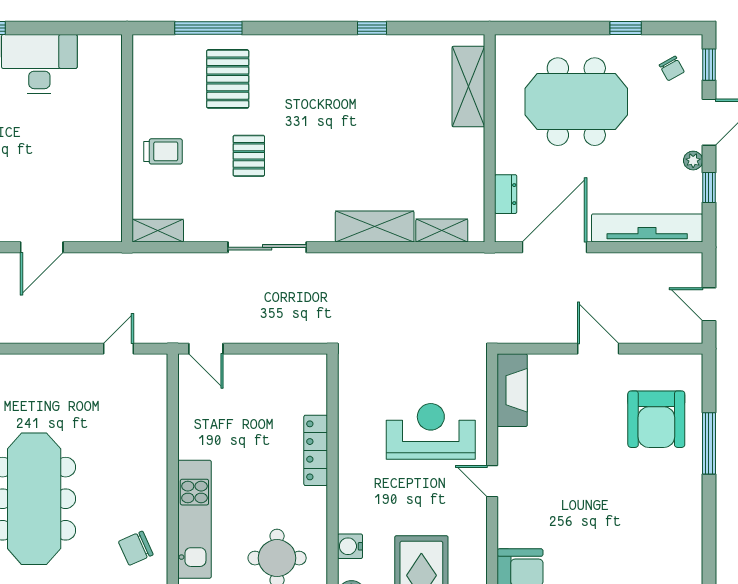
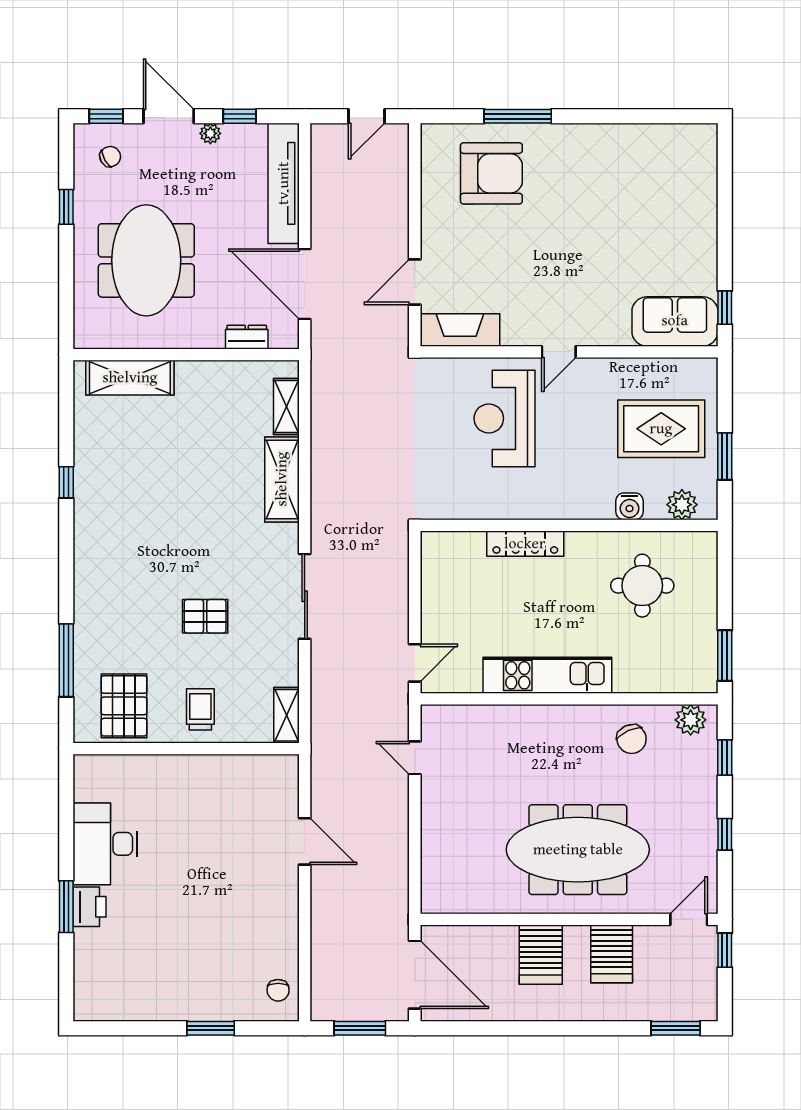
pallet: (228, 79) -> (124, 706), moved, turned 90
door: (598, 349) -> (415, 282), moved
kitchen unit: (194, 519) -> (547, 675), moved

